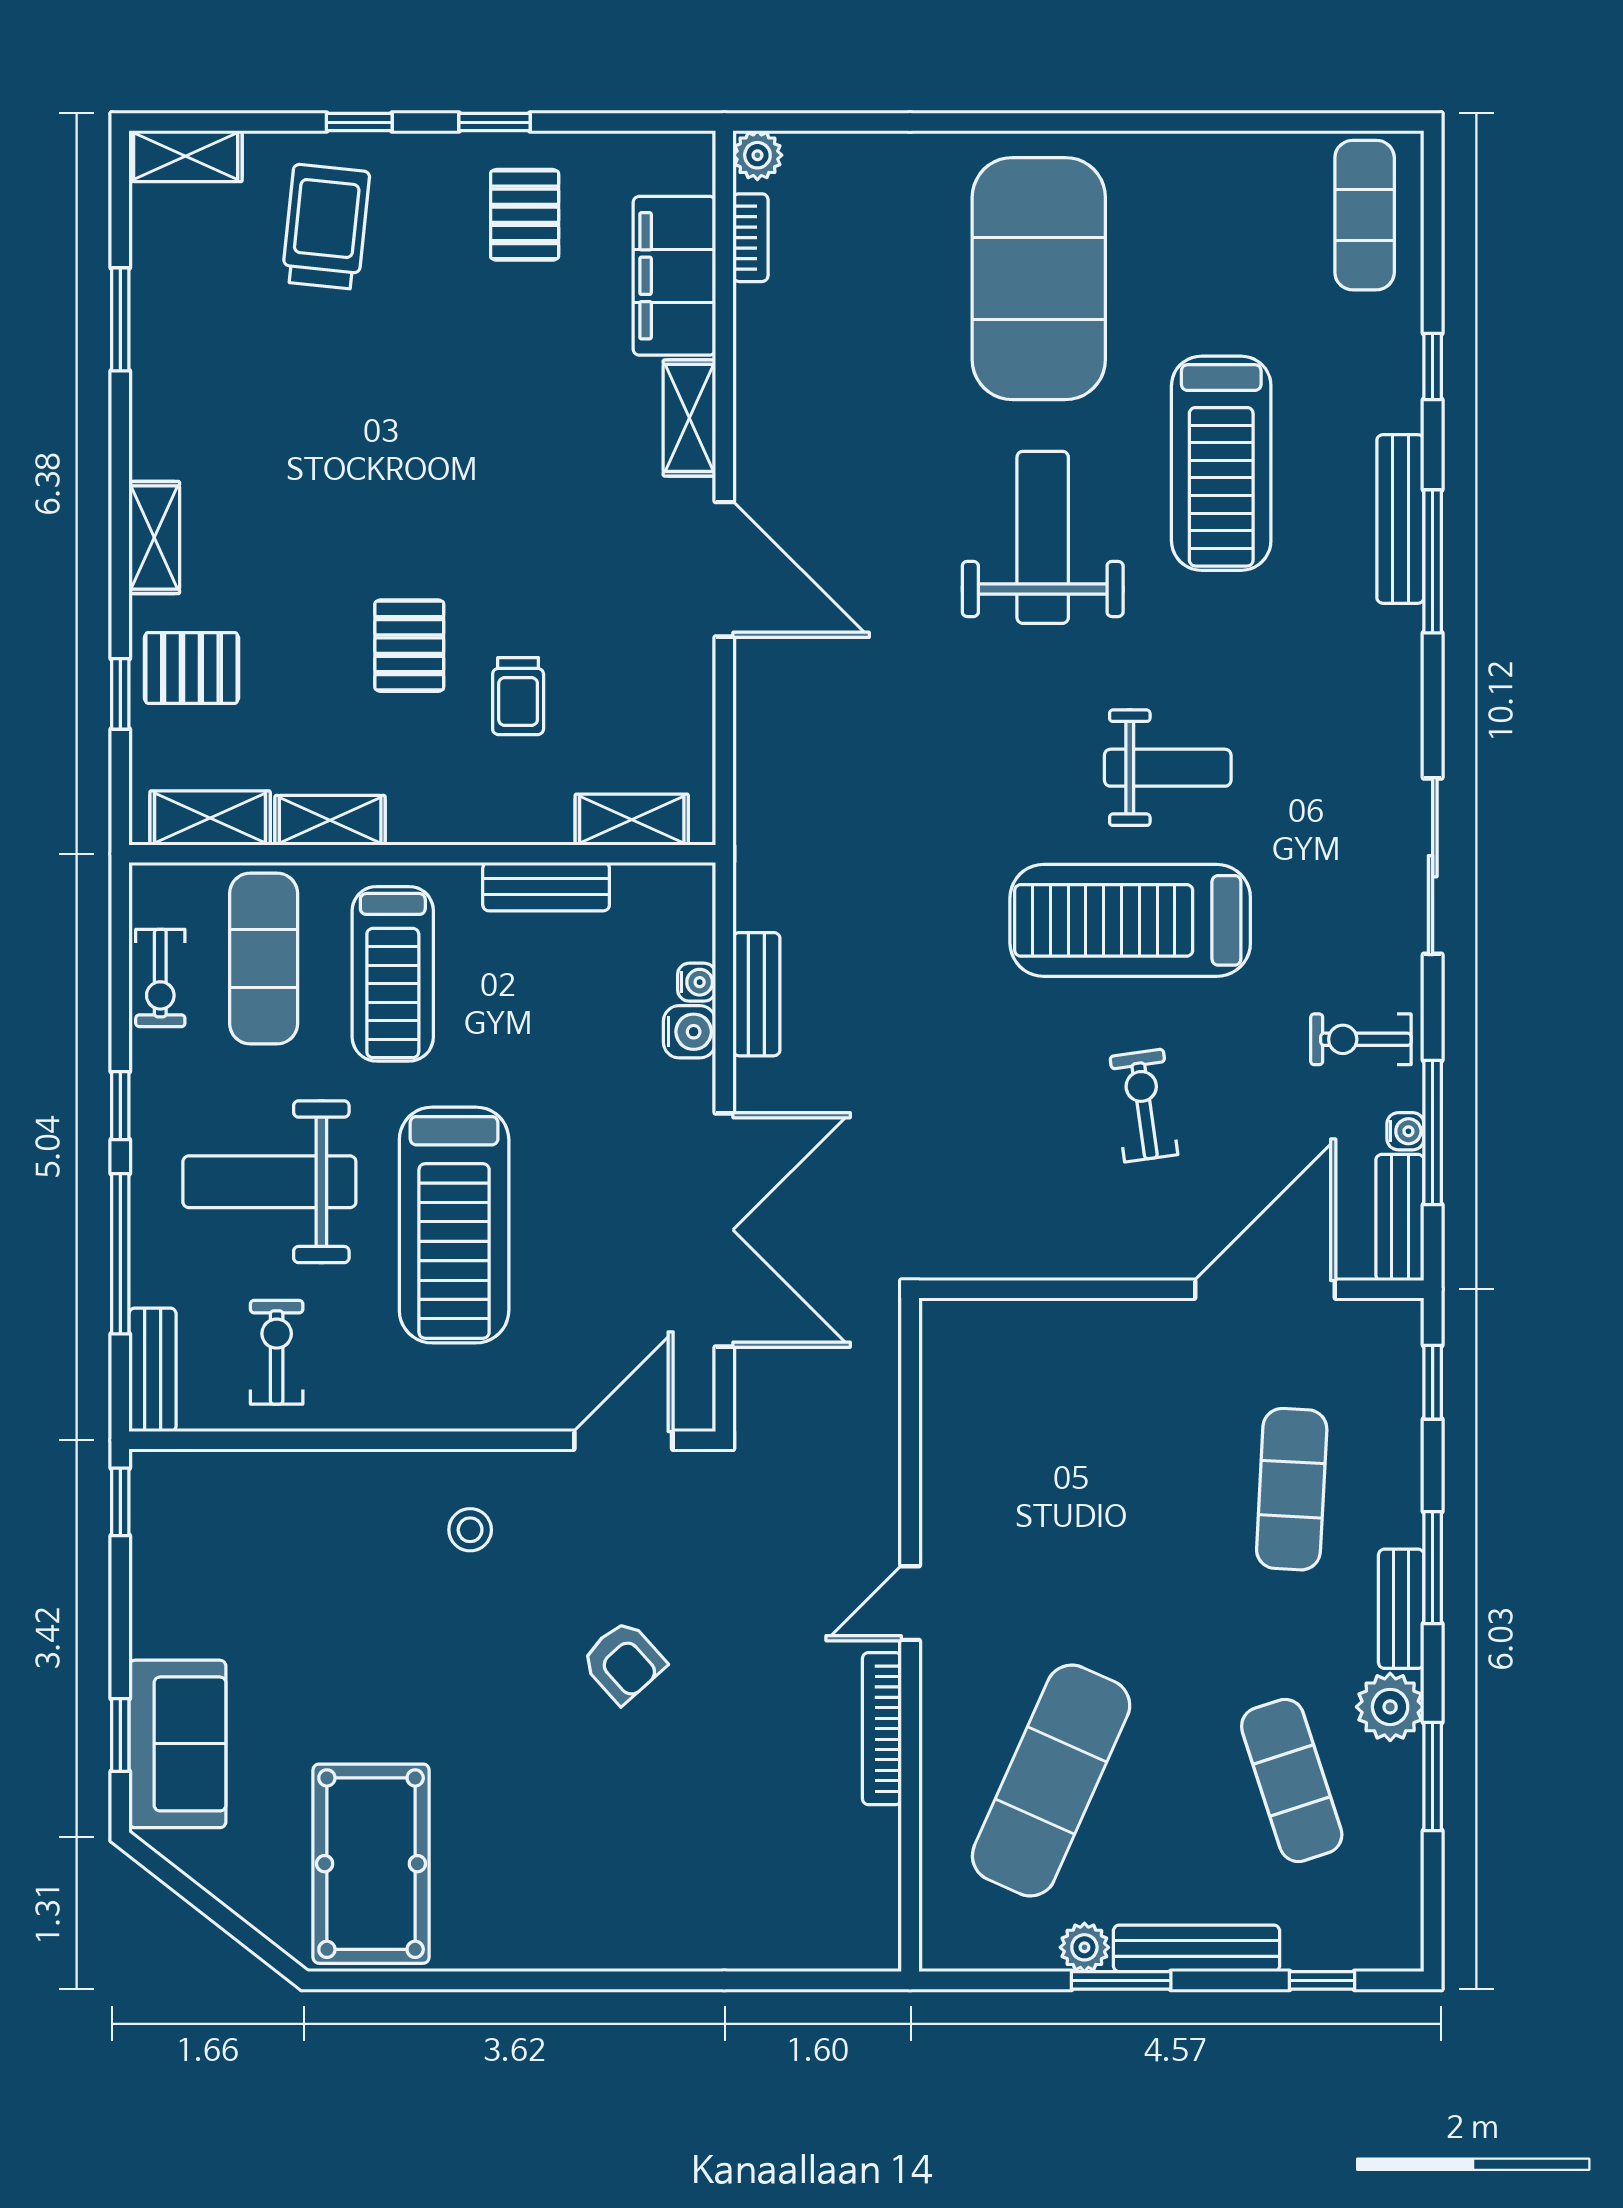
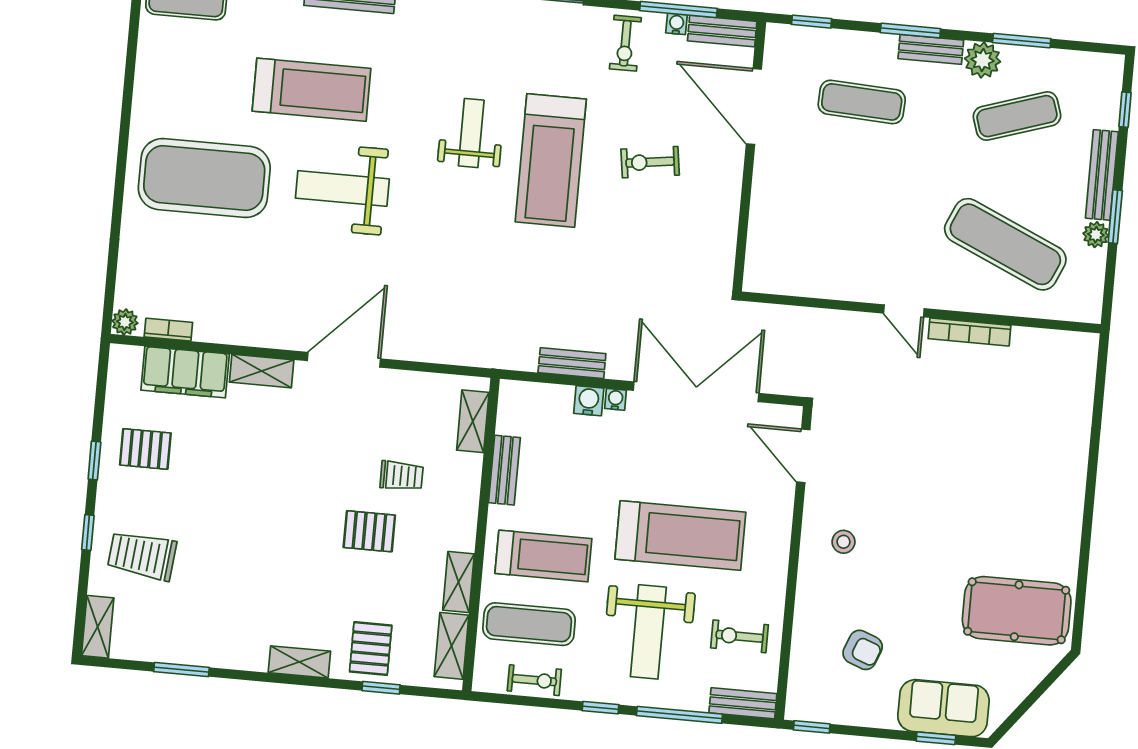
water cooler: (697, 982) -> (615, 399), moved
armchair: (623, 1662) -> (863, 650), moved, turned 63

